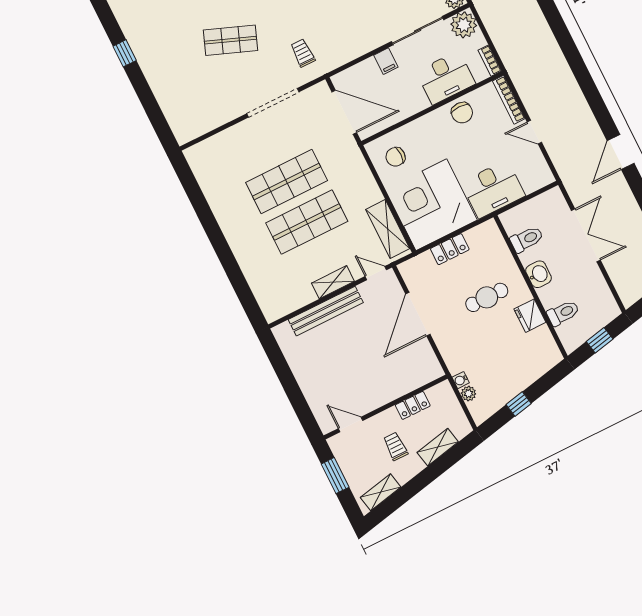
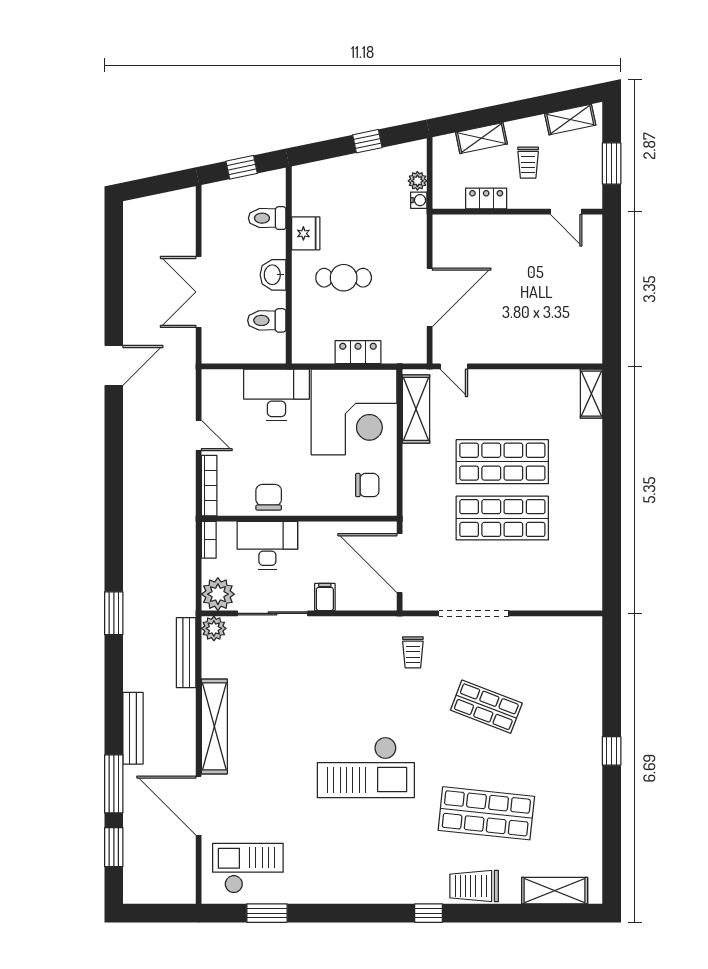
shelving: (333, 282) -> (591, 394), moved, turned 90
bench: (326, 311) -> (531, 352), removed

